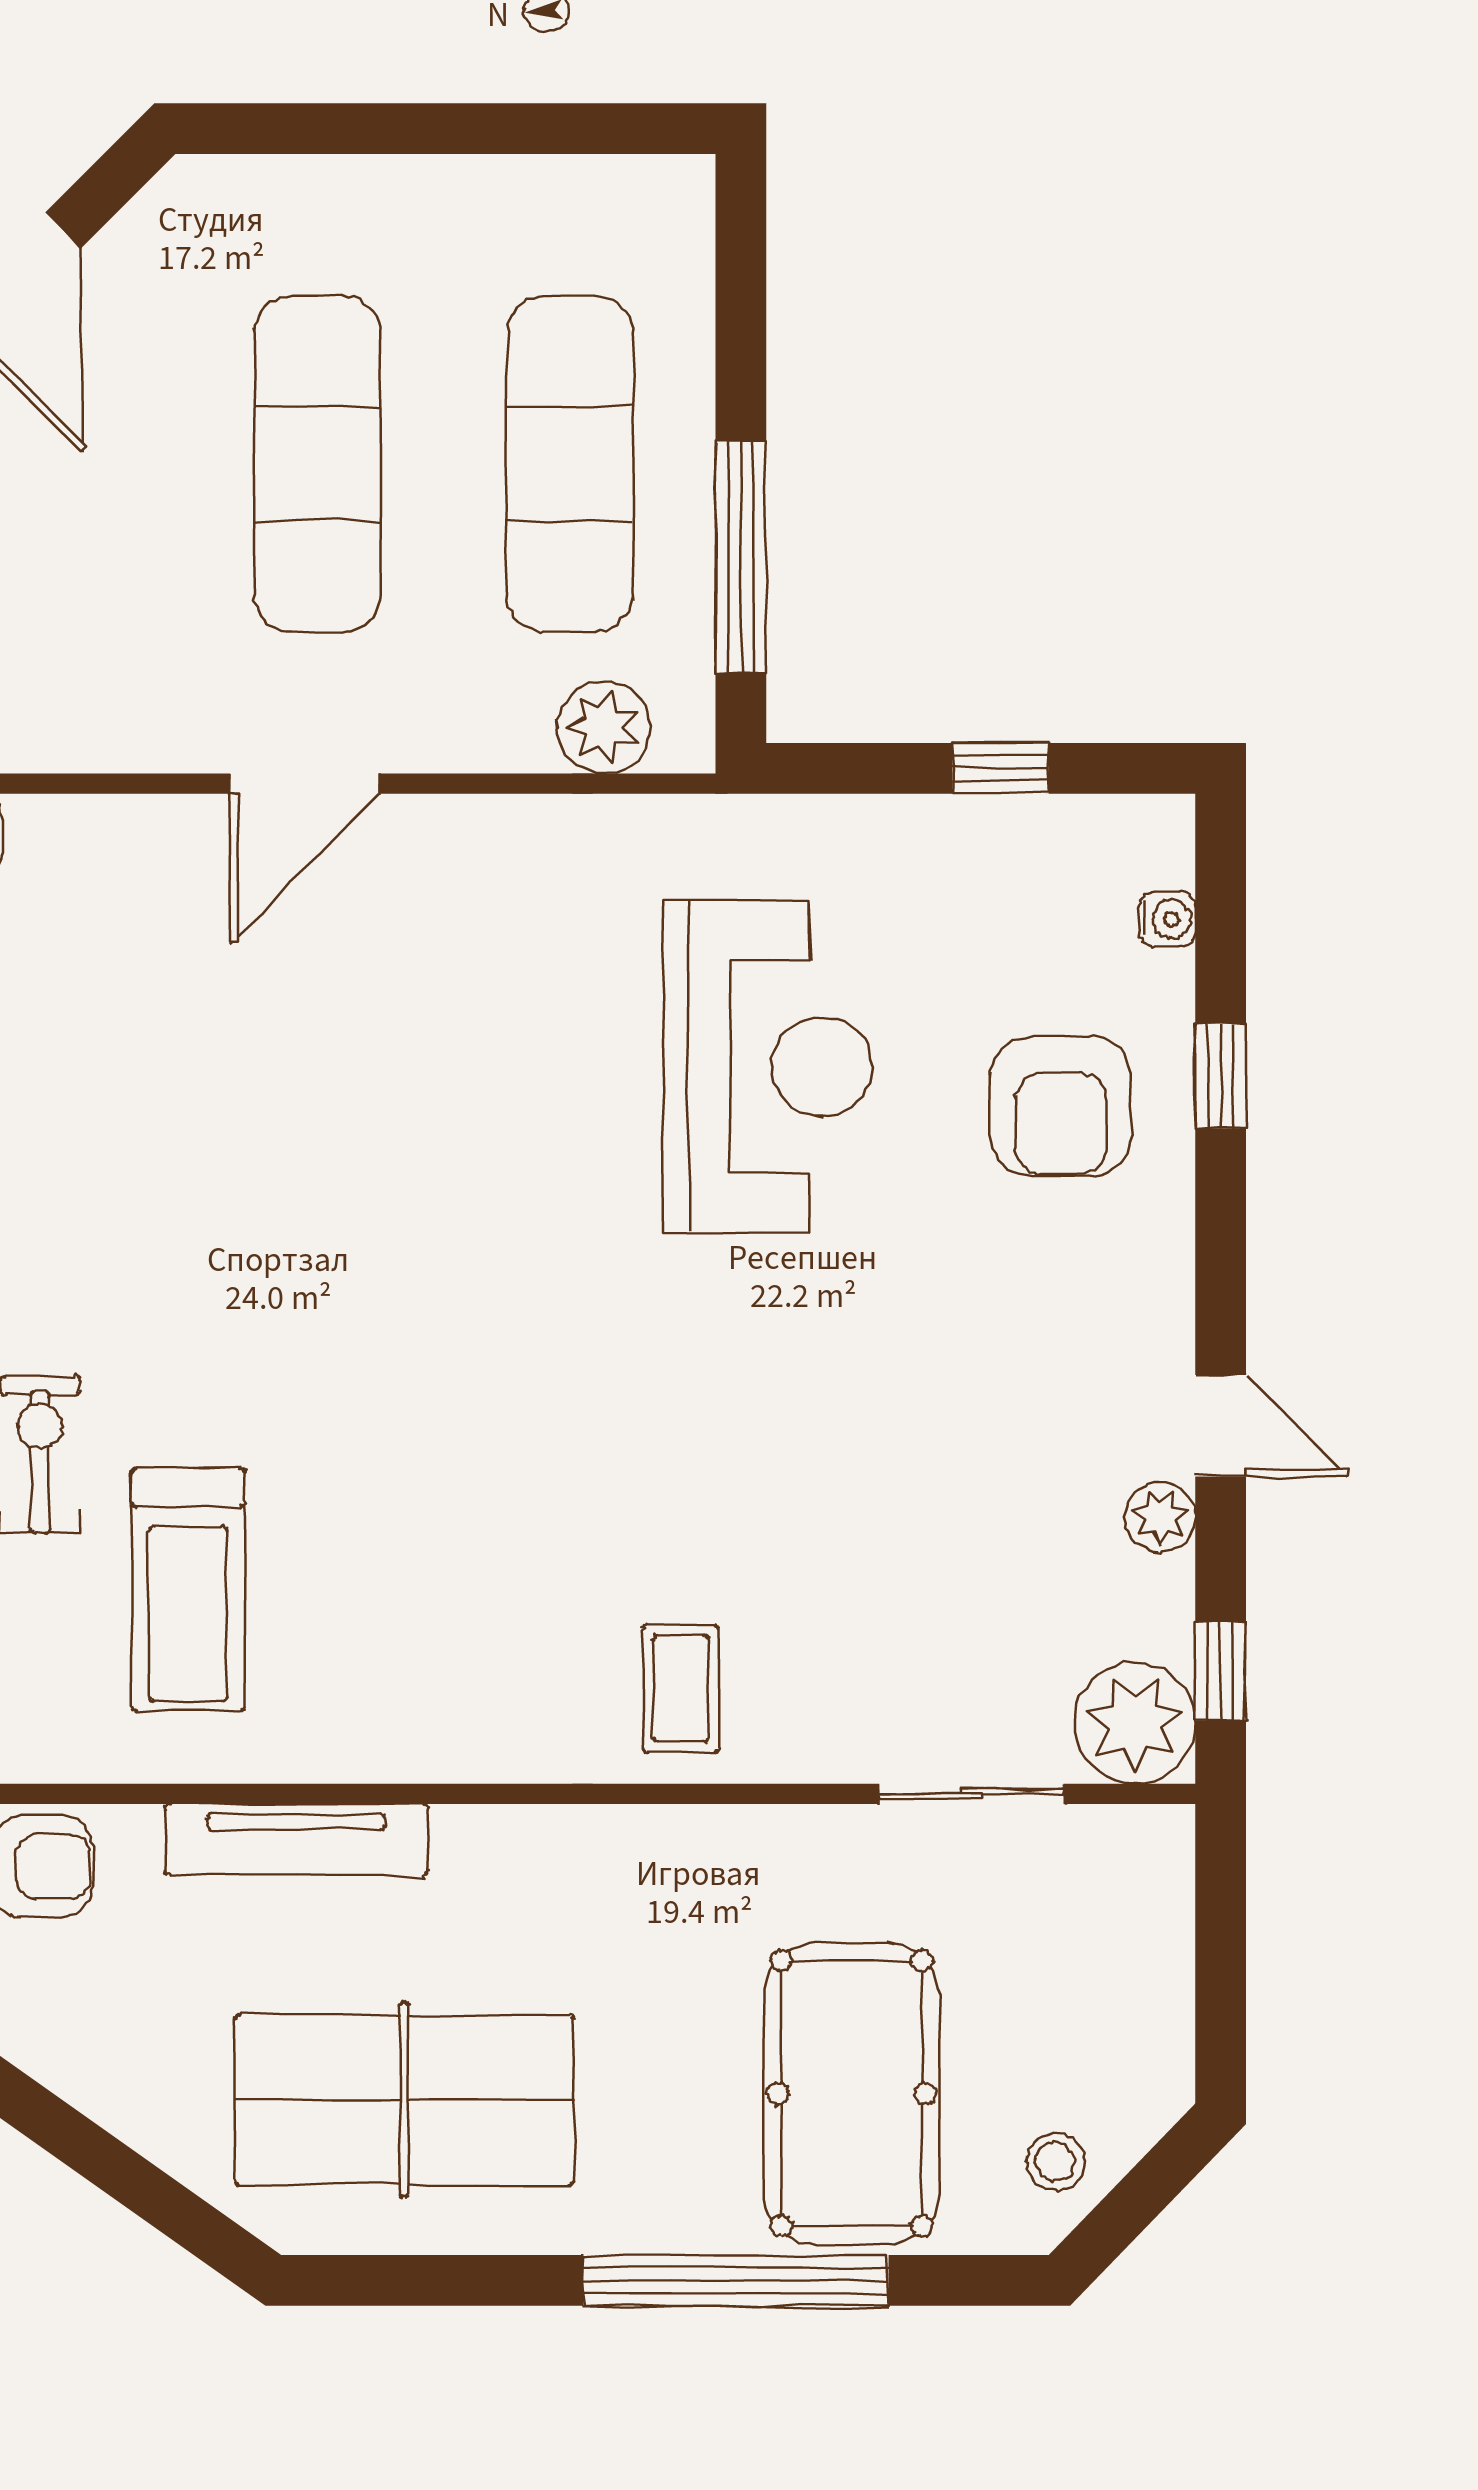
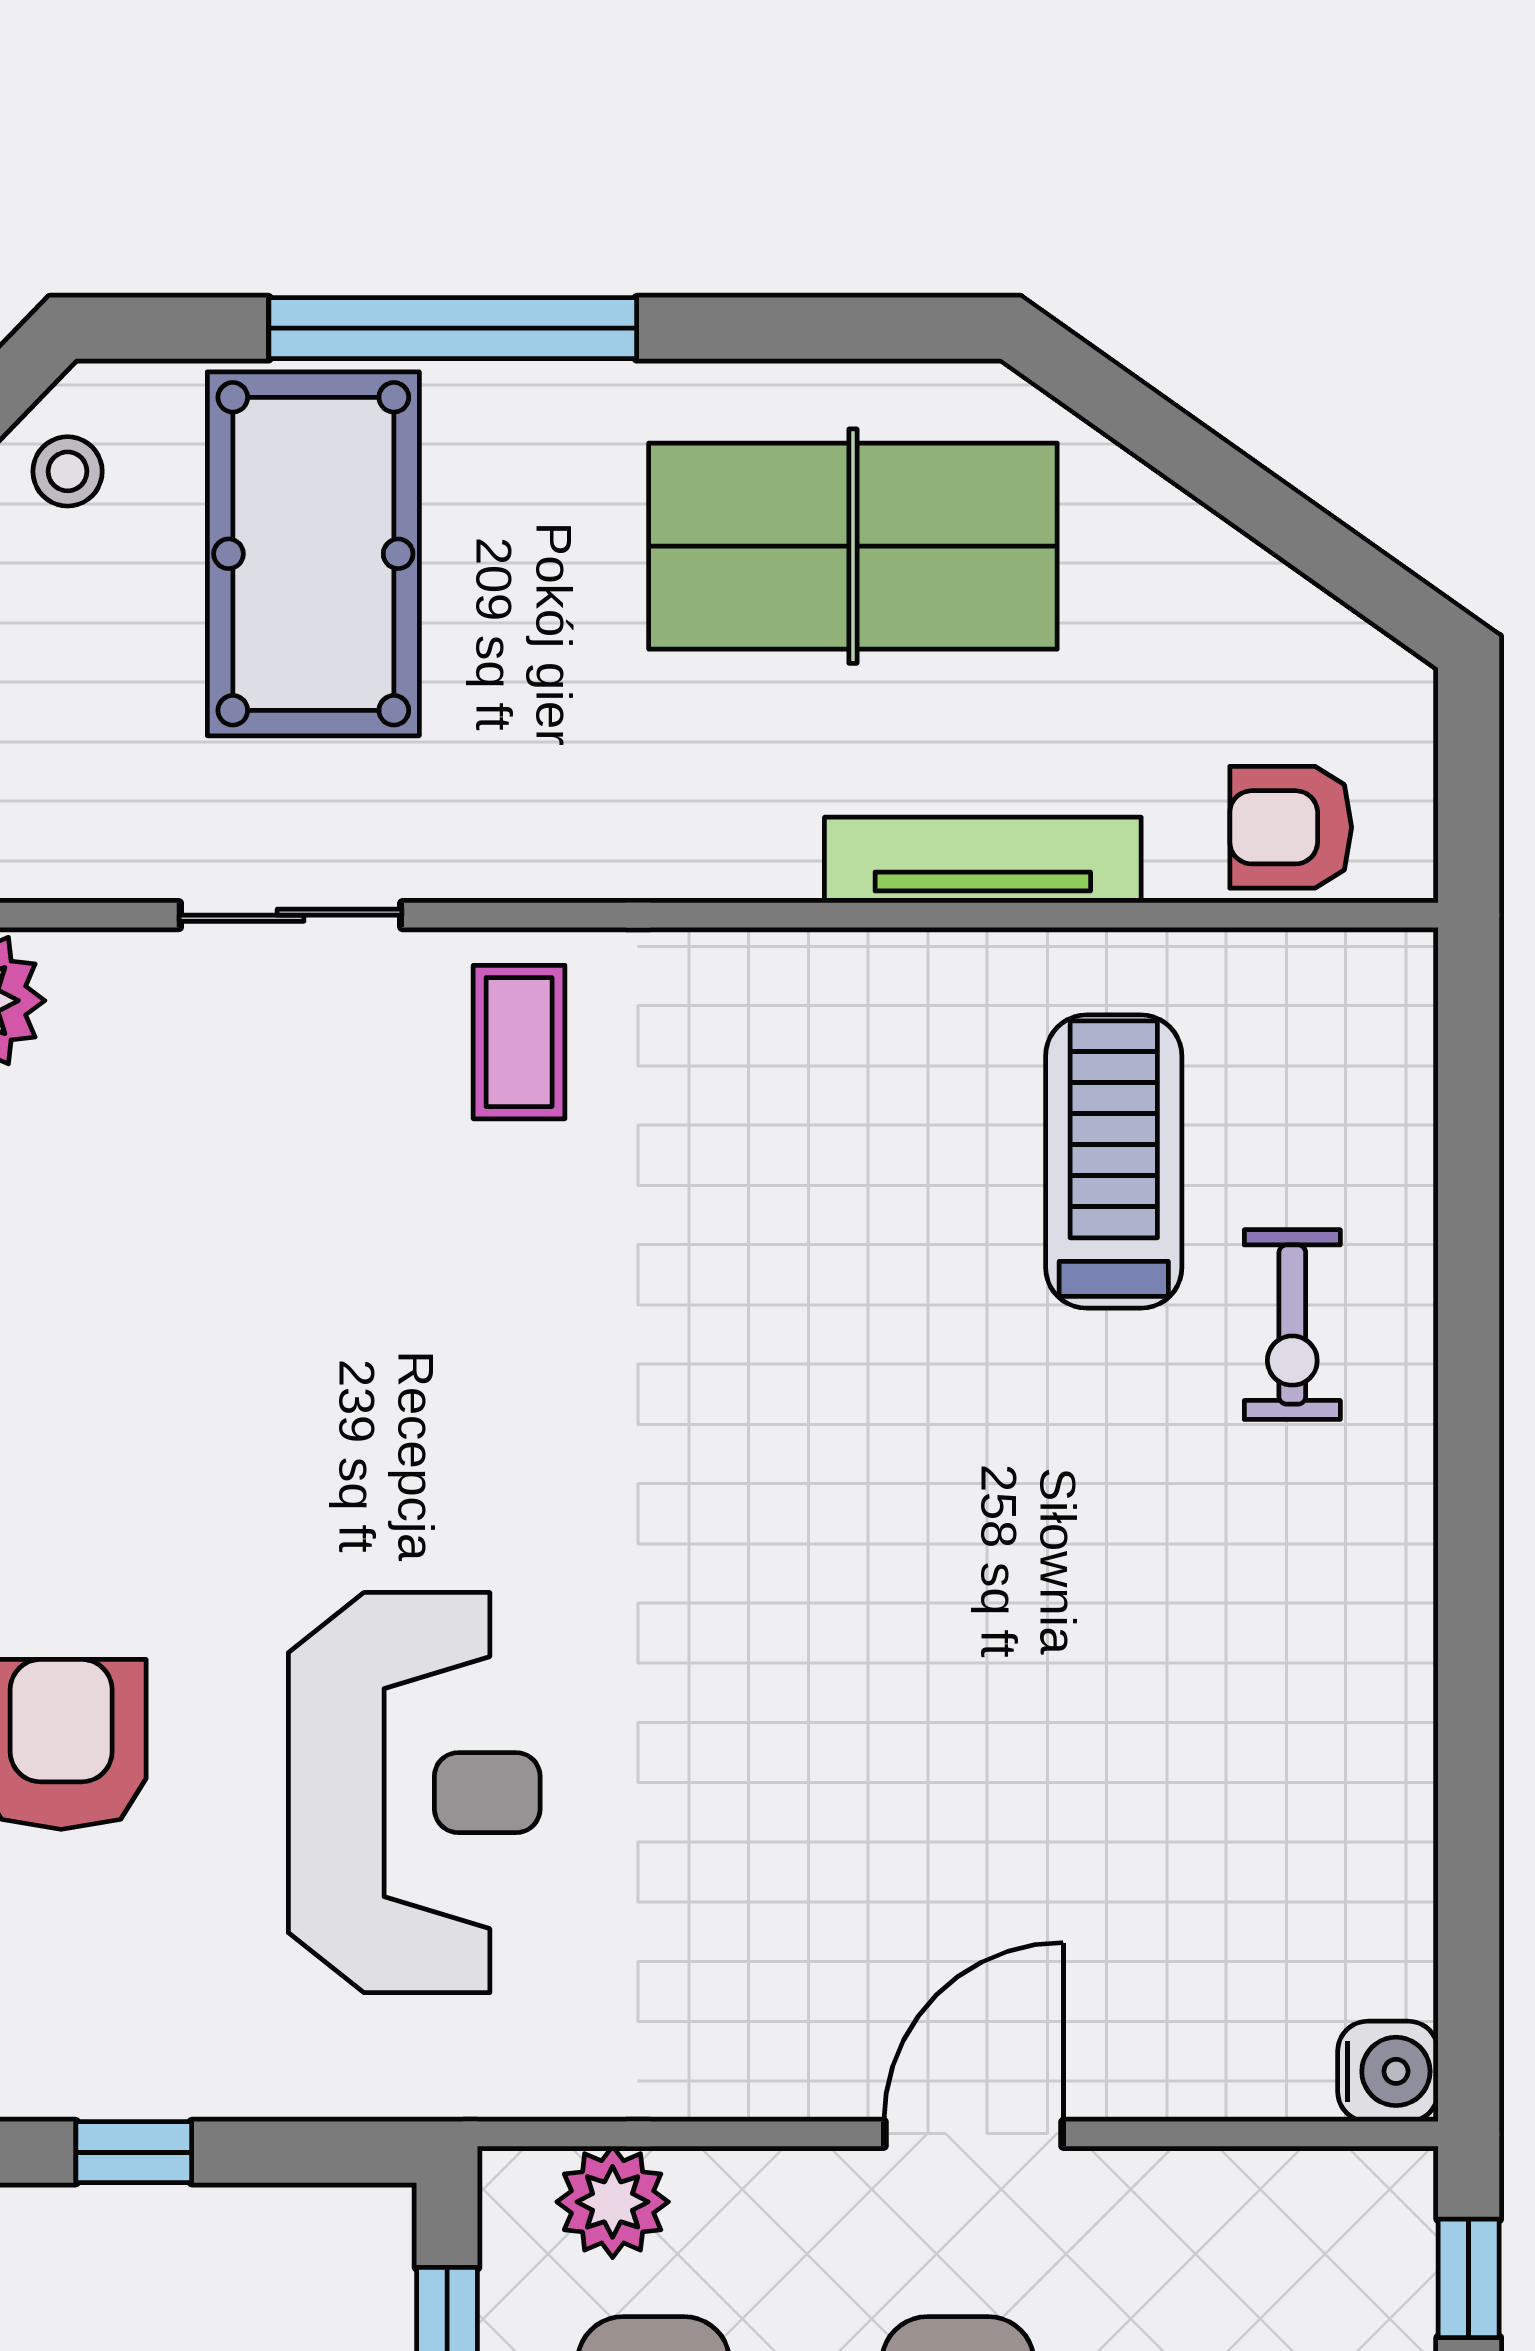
reception desk: (768, 1067) -> (414, 1793), turned 180
sliding door: (971, 1794) -> (291, 915), moved

